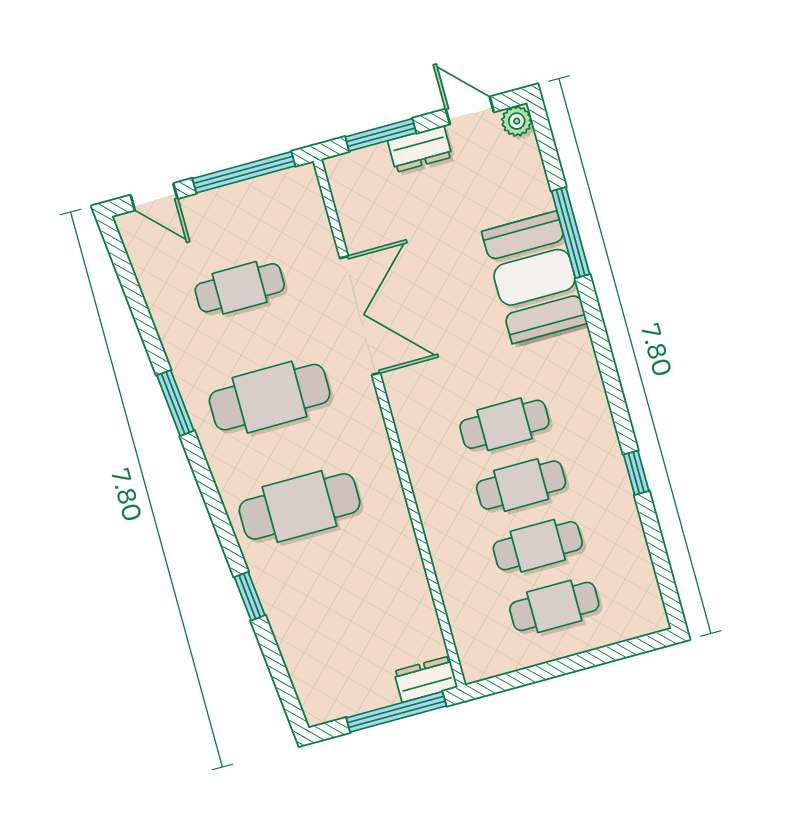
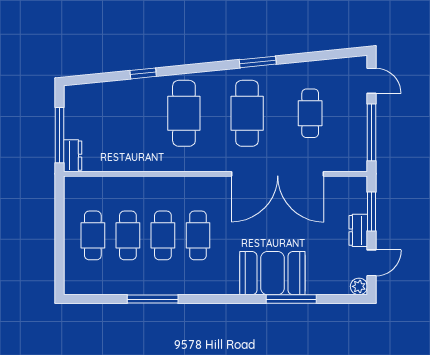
door: (154, 197) -> (371, 81), swing flipped
double door: (360, 316) -> (278, 174), width x1.36
window: (636, 473) -> (153, 299), width x2.17

